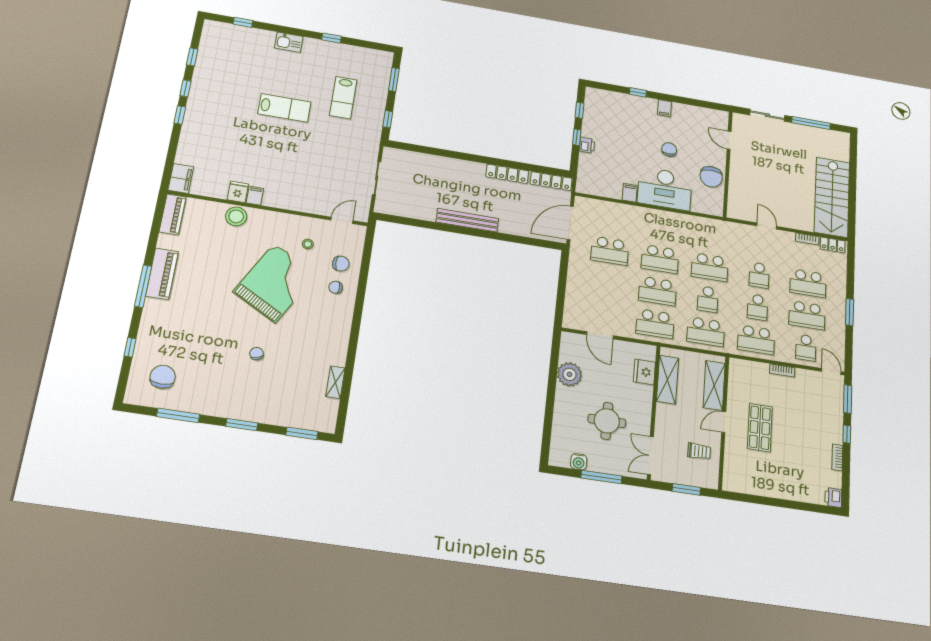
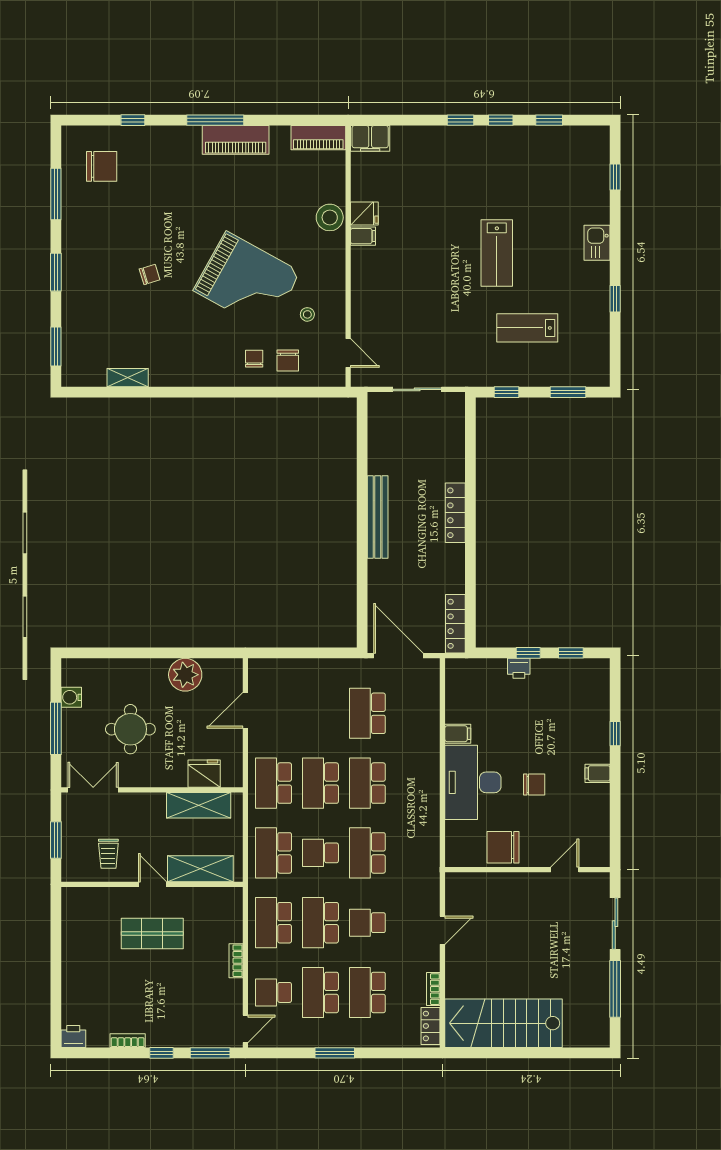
locker: (507, 174) -> (455, 513), moved
school desk: (758, 307) -> (320, 923), width x1.85

